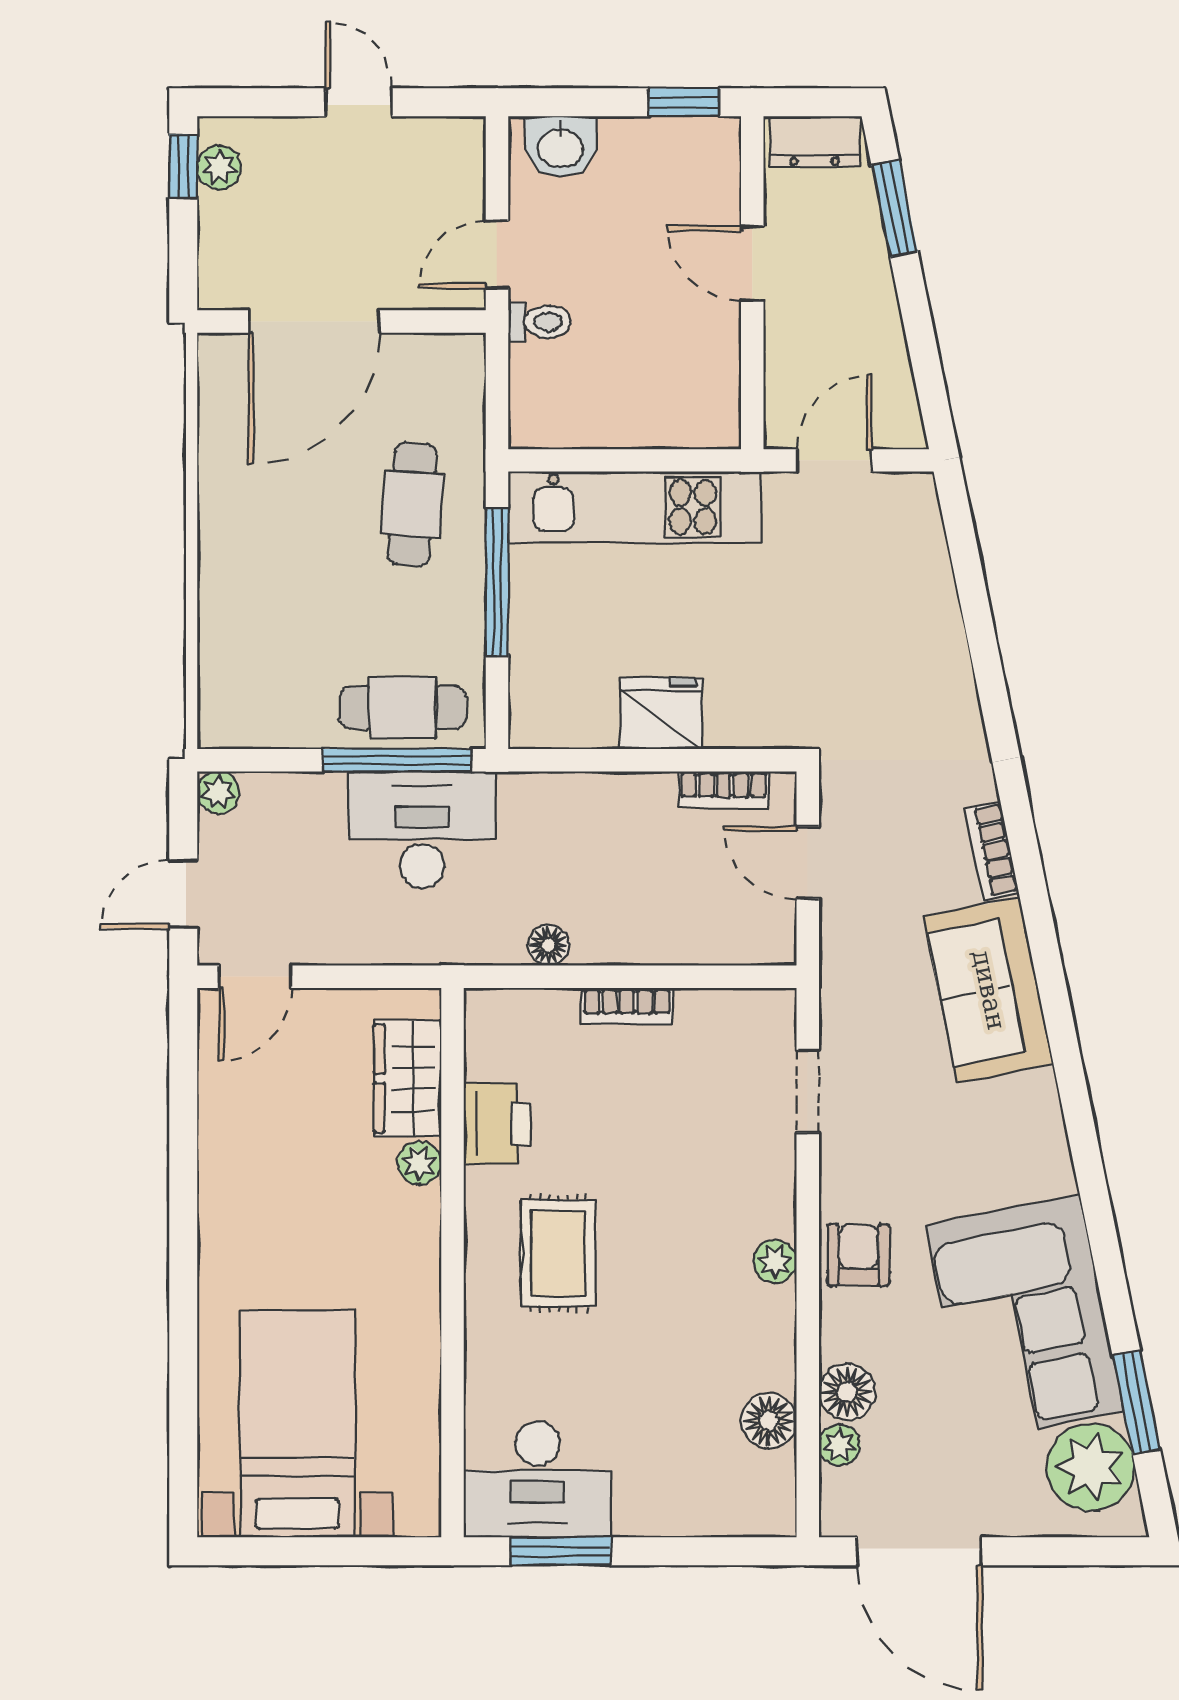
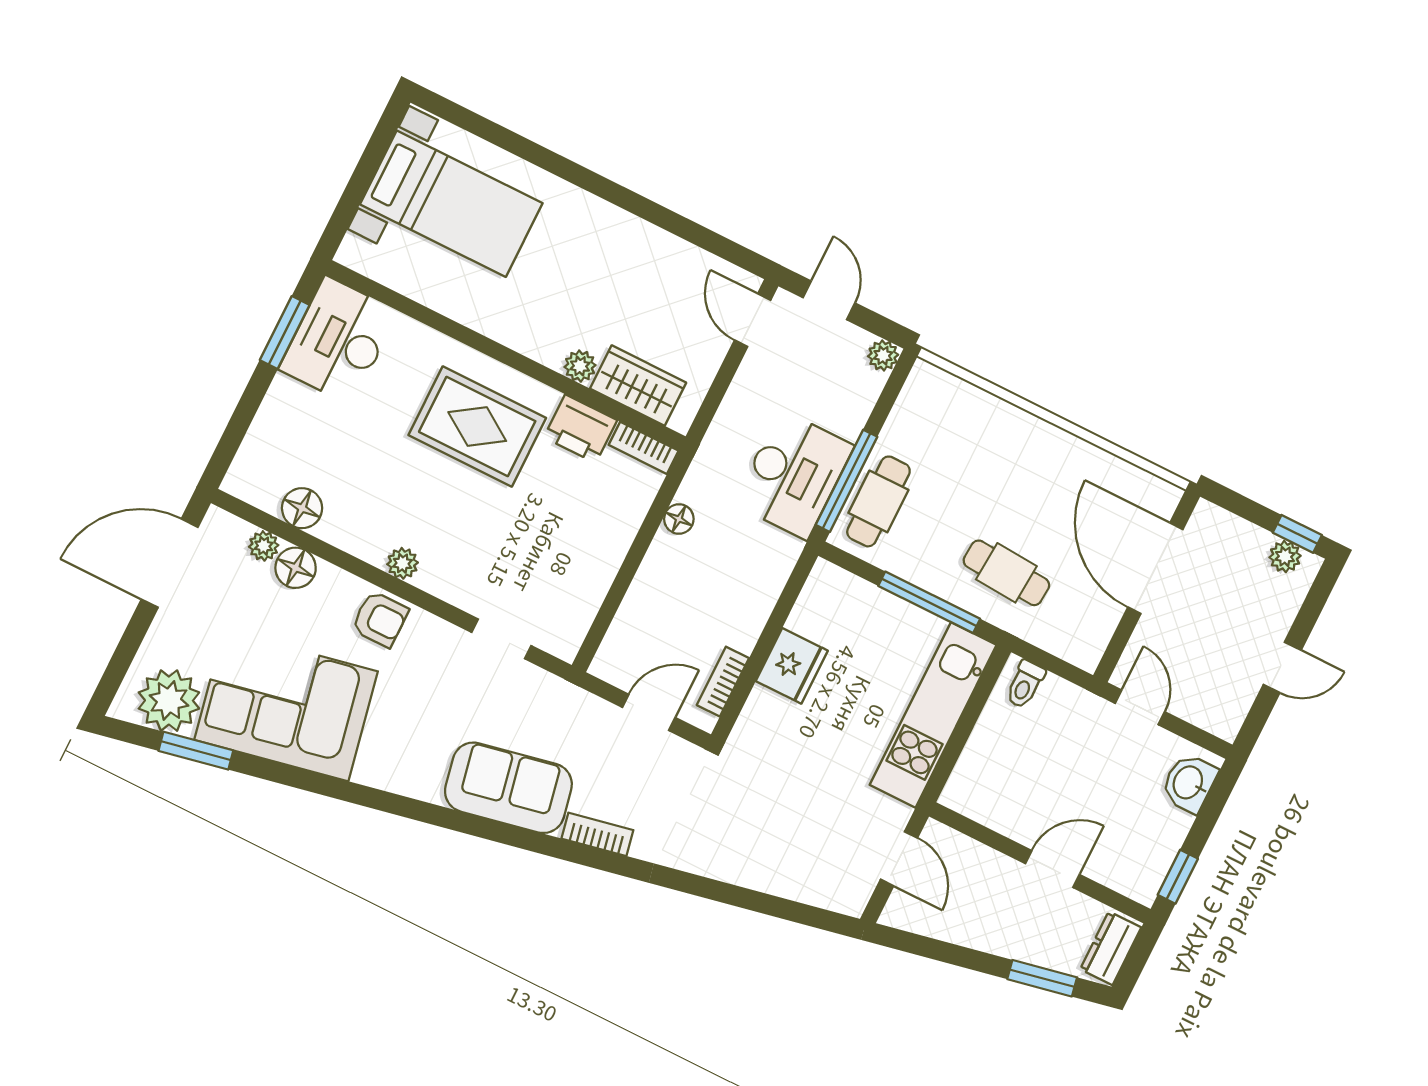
toilet: (539, 322) -> (1025, 684), moved
bookcase: (627, 1006) -> (644, 448), moved, turned -90
rug: (559, 1253) -> (477, 427), width x1.36, depth x1.43

